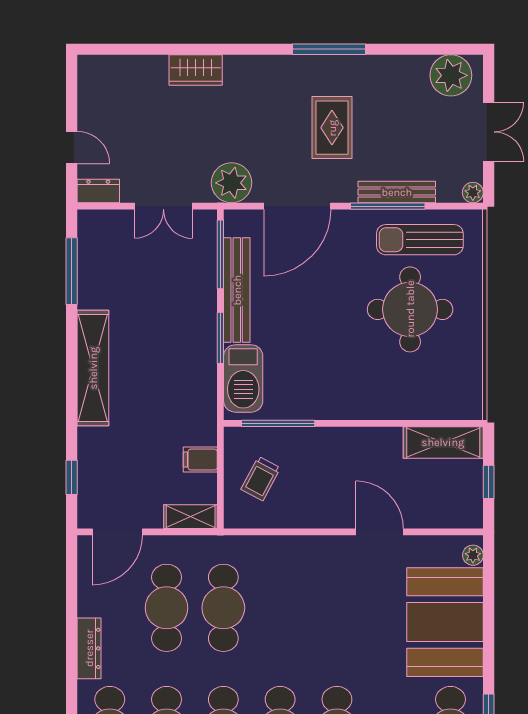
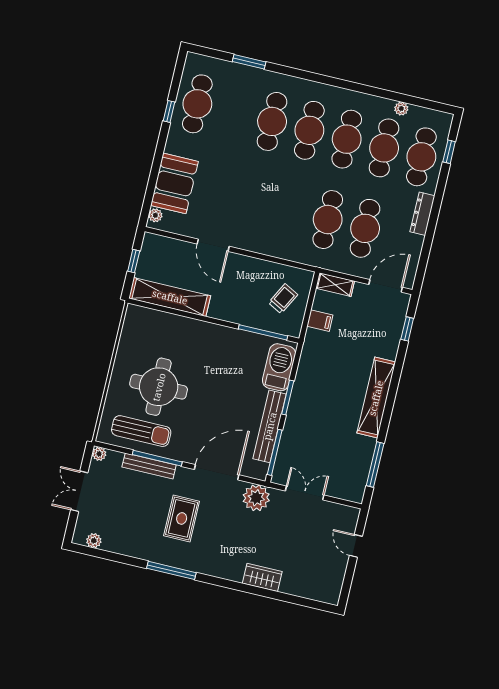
plant: (451, 75) -> (94, 541), width x0.53, depth x0.53
dresser: (98, 191) -> (345, 513), removed
shelving: (443, 442) -> (170, 297), width x1.47
booth: (445, 622) -> (174, 183), width x0.73, depth x0.70

